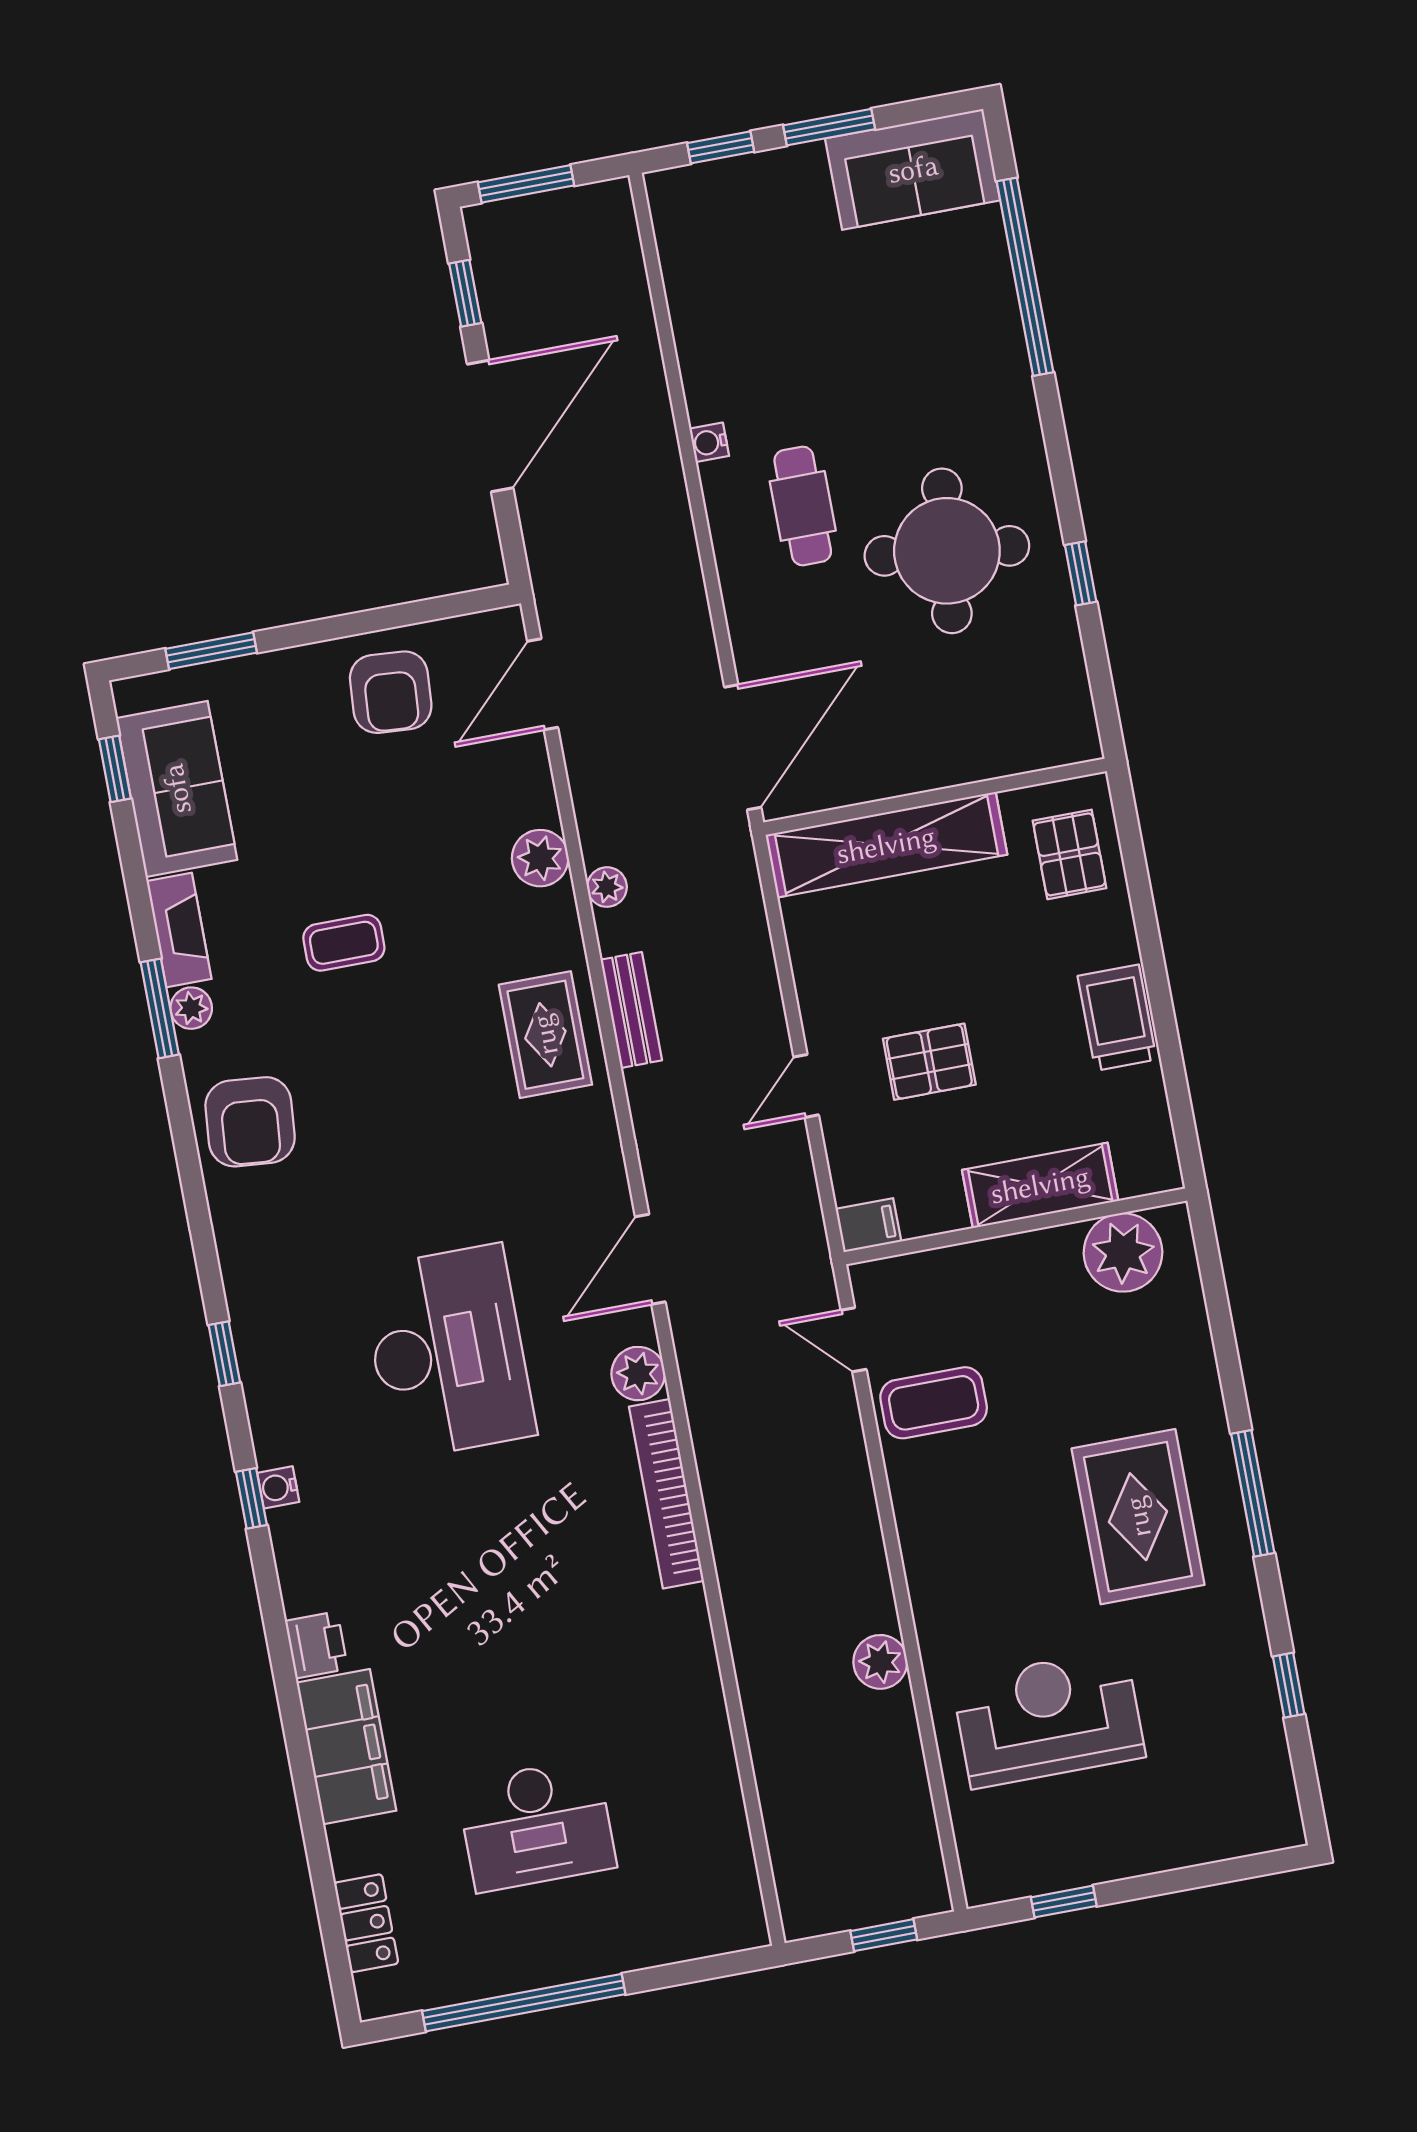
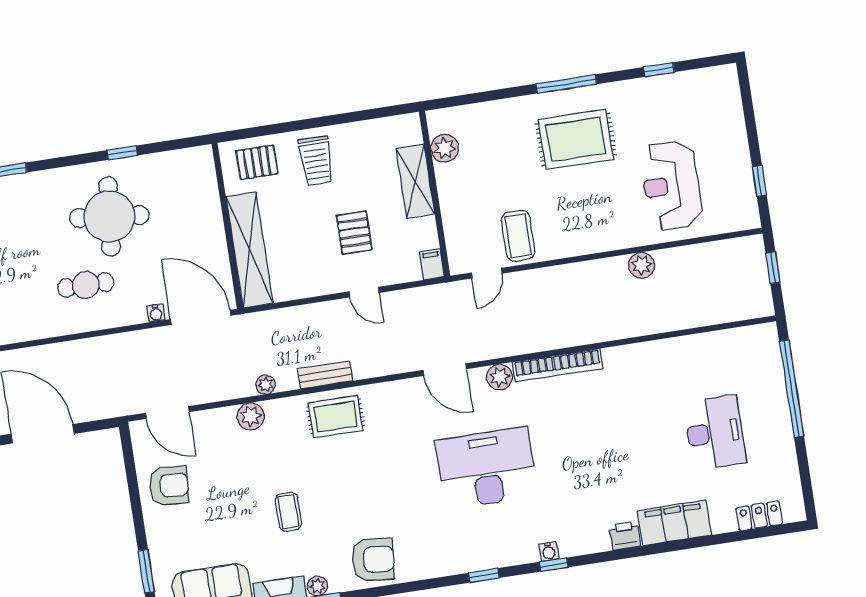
water cooler: (709, 442) -> (156, 313), moved
trolley: (1117, 1018) -> (316, 161), moved, turned -90
plant: (1123, 1252) -> (445, 148), width x0.73, depth x0.73
window: (524, 2003) -> (792, 389), moved

